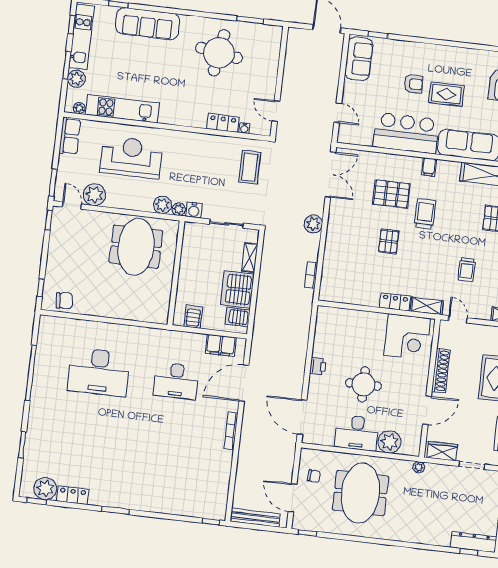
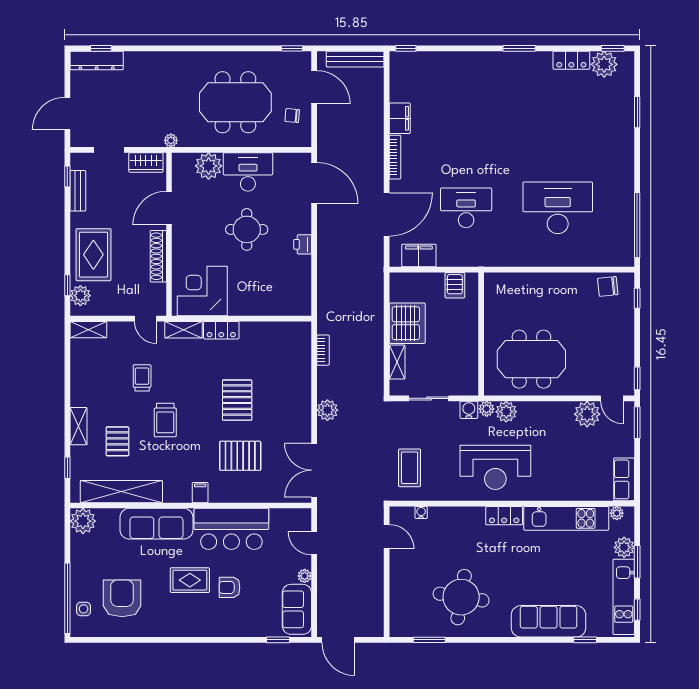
plant: (349, 86) -> (305, 576), added
locker: (223, 123) -> (504, 516), moved
reception desk: (131, 157) -> (495, 467), moved
trolley: (425, 214) -> (165, 420), moved
pallet: (389, 241) -> (237, 400), width x1.50, depth x1.42
meeting table: (136, 247) -> (531, 359), turned 90
server rack: (237, 317) -> (403, 291), removed
window: (31, 373) -> (637, 225), moved
filing cabinet: (223, 463) -> (400, 118), added
meeting table: (360, 493) -> (235, 102), turned 90

